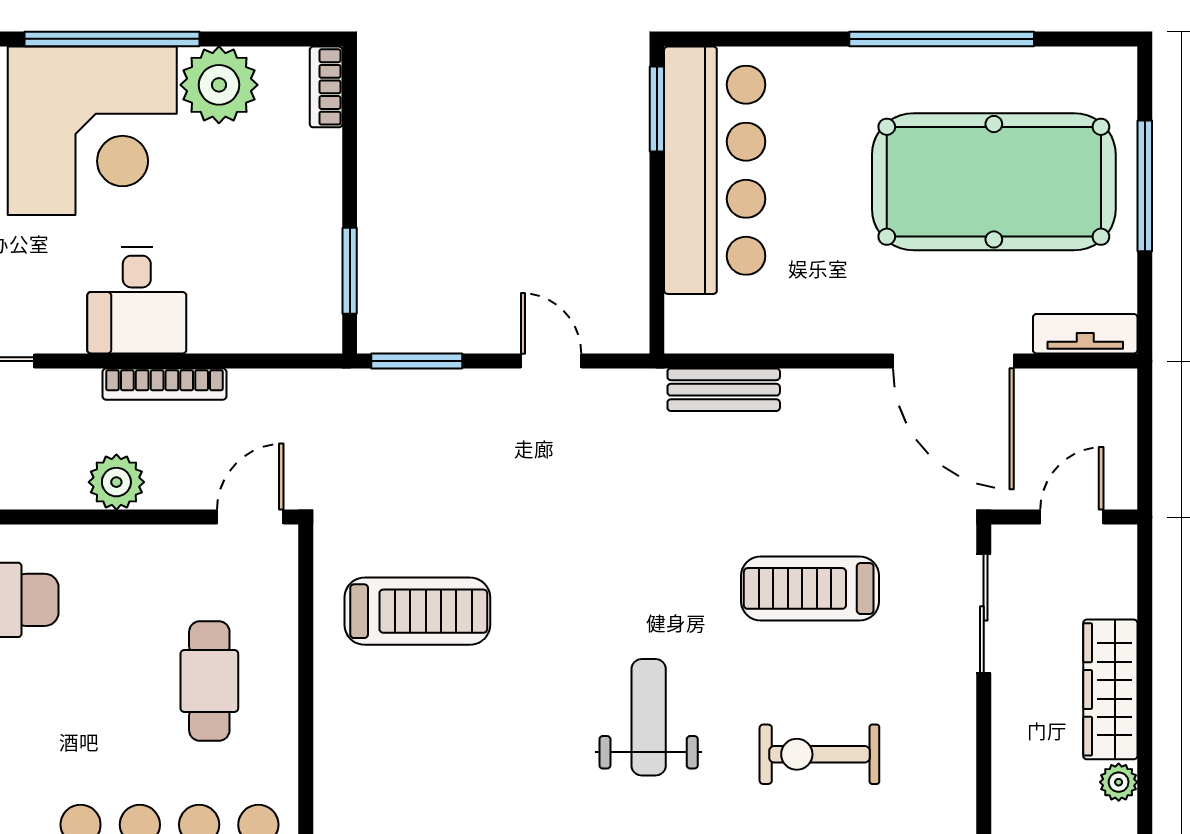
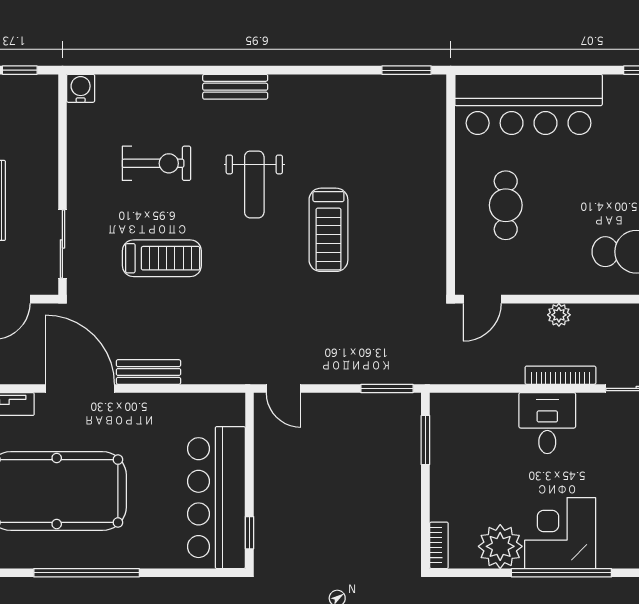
window: (657, 109) -> (250, 533), width x0.67
corner desk: (92, 131) -> (560, 533), width x0.74, depth x0.74
door: (551, 361) -> (284, 388), moved
bookcase: (164, 384) -> (560, 375), moved
bench: (724, 390) -> (148, 372), moved
plant: (116, 482) -> (559, 315), width x0.73, depth x0.73
treadmill: (417, 611) -> (328, 230), moved, turned -90

